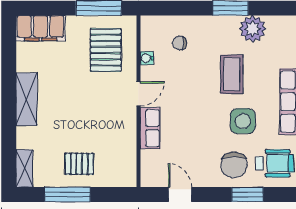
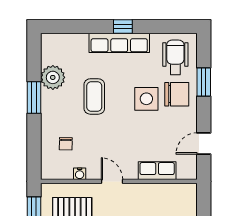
coffee table: (232, 74) -> (94, 96), turned 90
side table: (243, 121) -> (146, 99), moved
row of seats: (150, 128) -> (157, 171), moved

